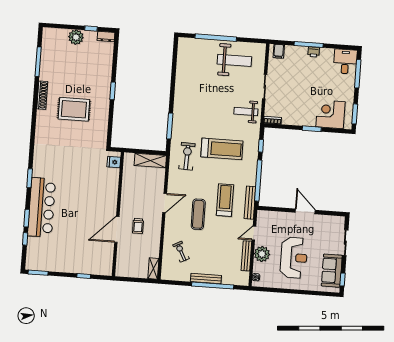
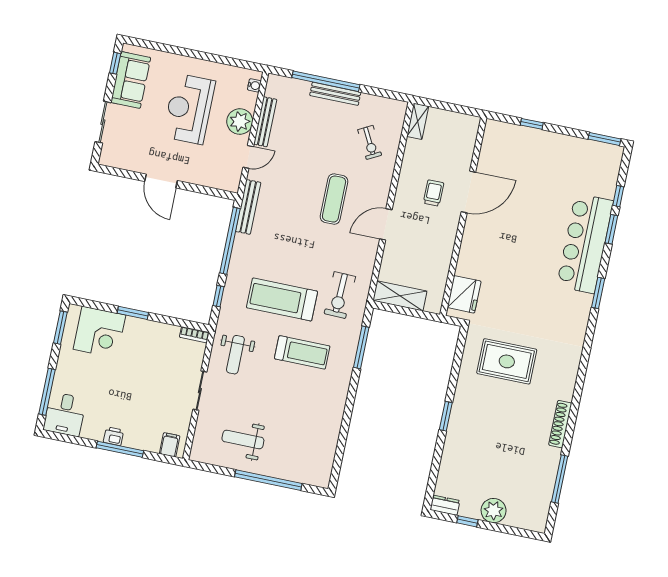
weight bench: (234, 60) -> (243, 439), width x0.73, depth x0.75
rug: (74, 109) -> (507, 361), moved
weight bench: (246, 111) -> (235, 355), turned 90
fridge: (114, 162) -> (464, 294), width x1.88, depth x1.34
treadmill: (225, 200) -> (302, 352), moved, turned -90

